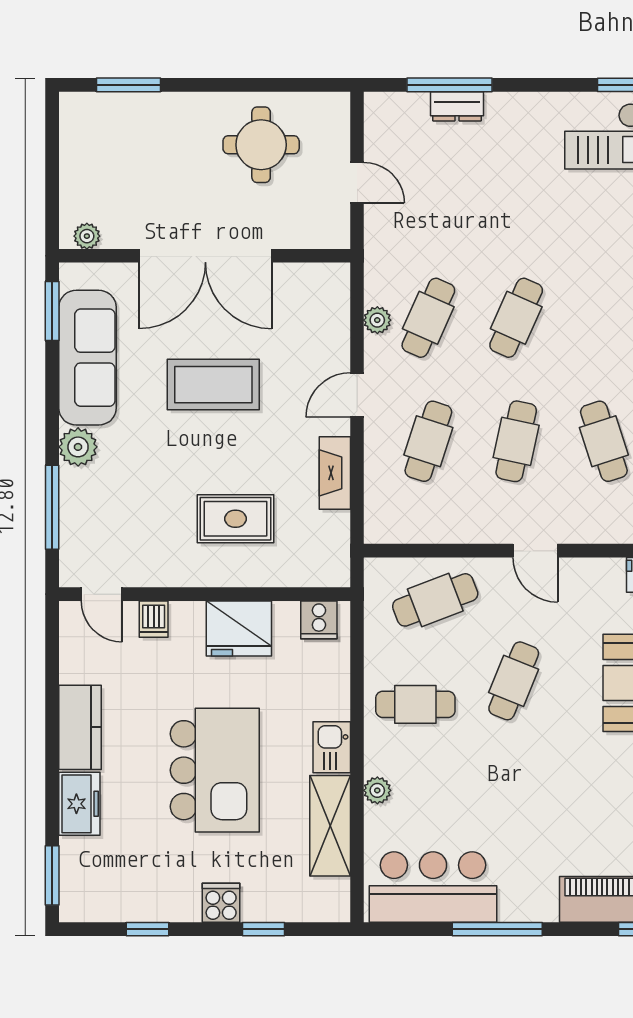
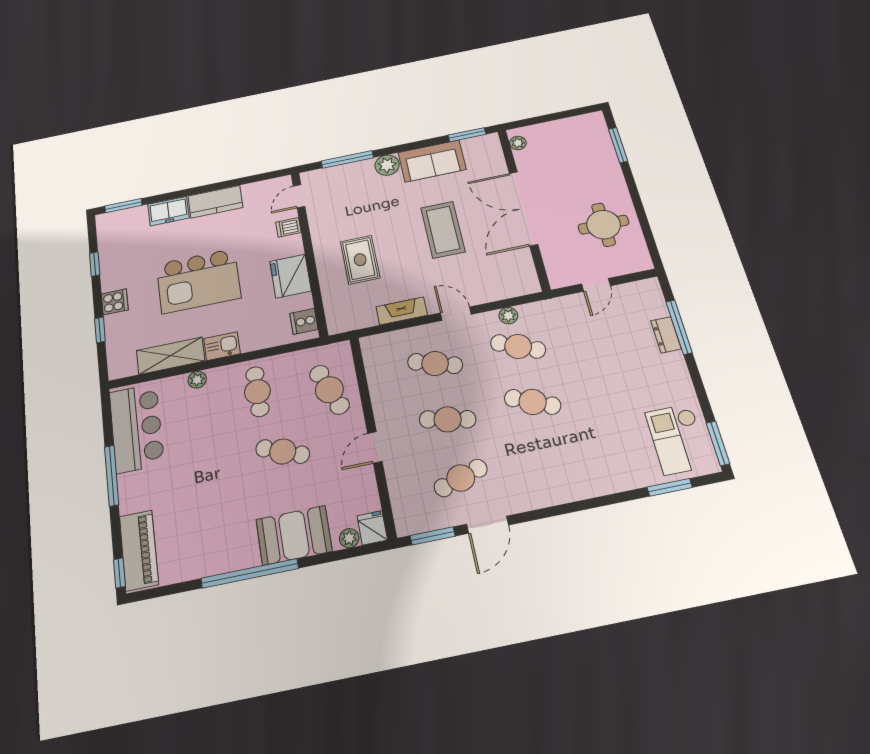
sofa: (87, 358) -> (432, 161), width x0.73

